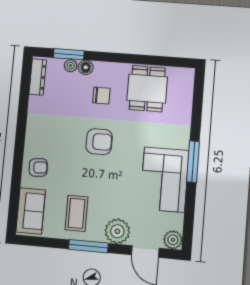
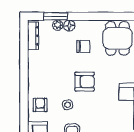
armchair: (38, 167) -> (40, 105), turned -86
side table: (74, 170) -> (68, 105), added

